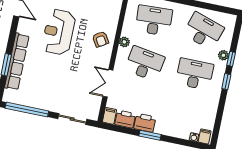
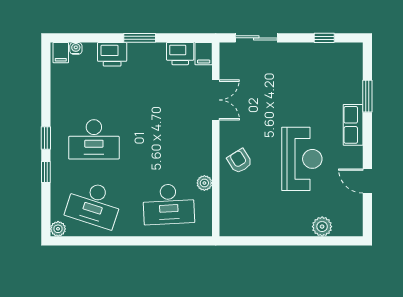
plant: (124, 42) -> (204, 183), moved
plant: (223, 55) -> (58, 229), moved
row of seats: (17, 62) -> (353, 125), width x0.50
desk: (145, 64) -> (169, 139), removed
window: (27, 110) -> (324, 38), width x0.32
printer: (145, 123) -> (112, 54), moved

